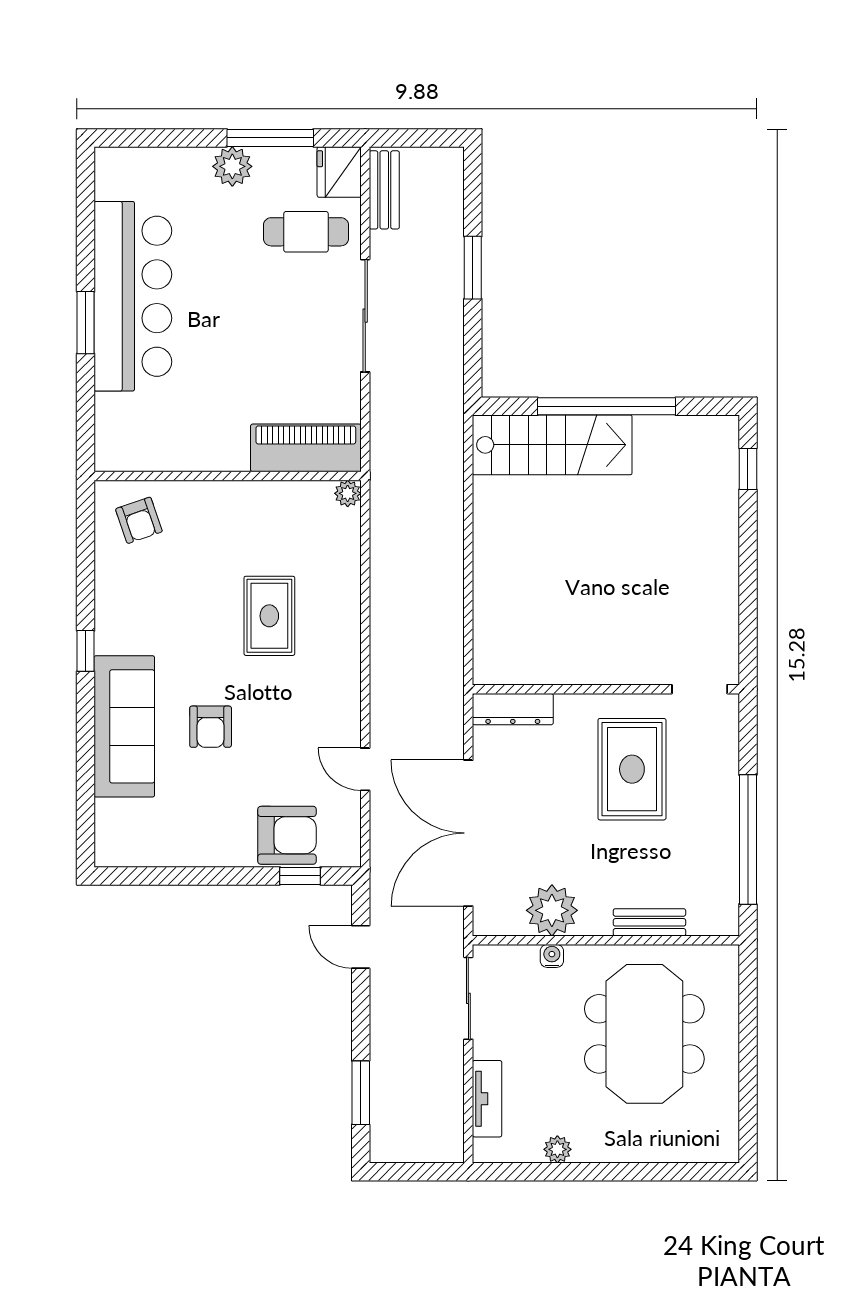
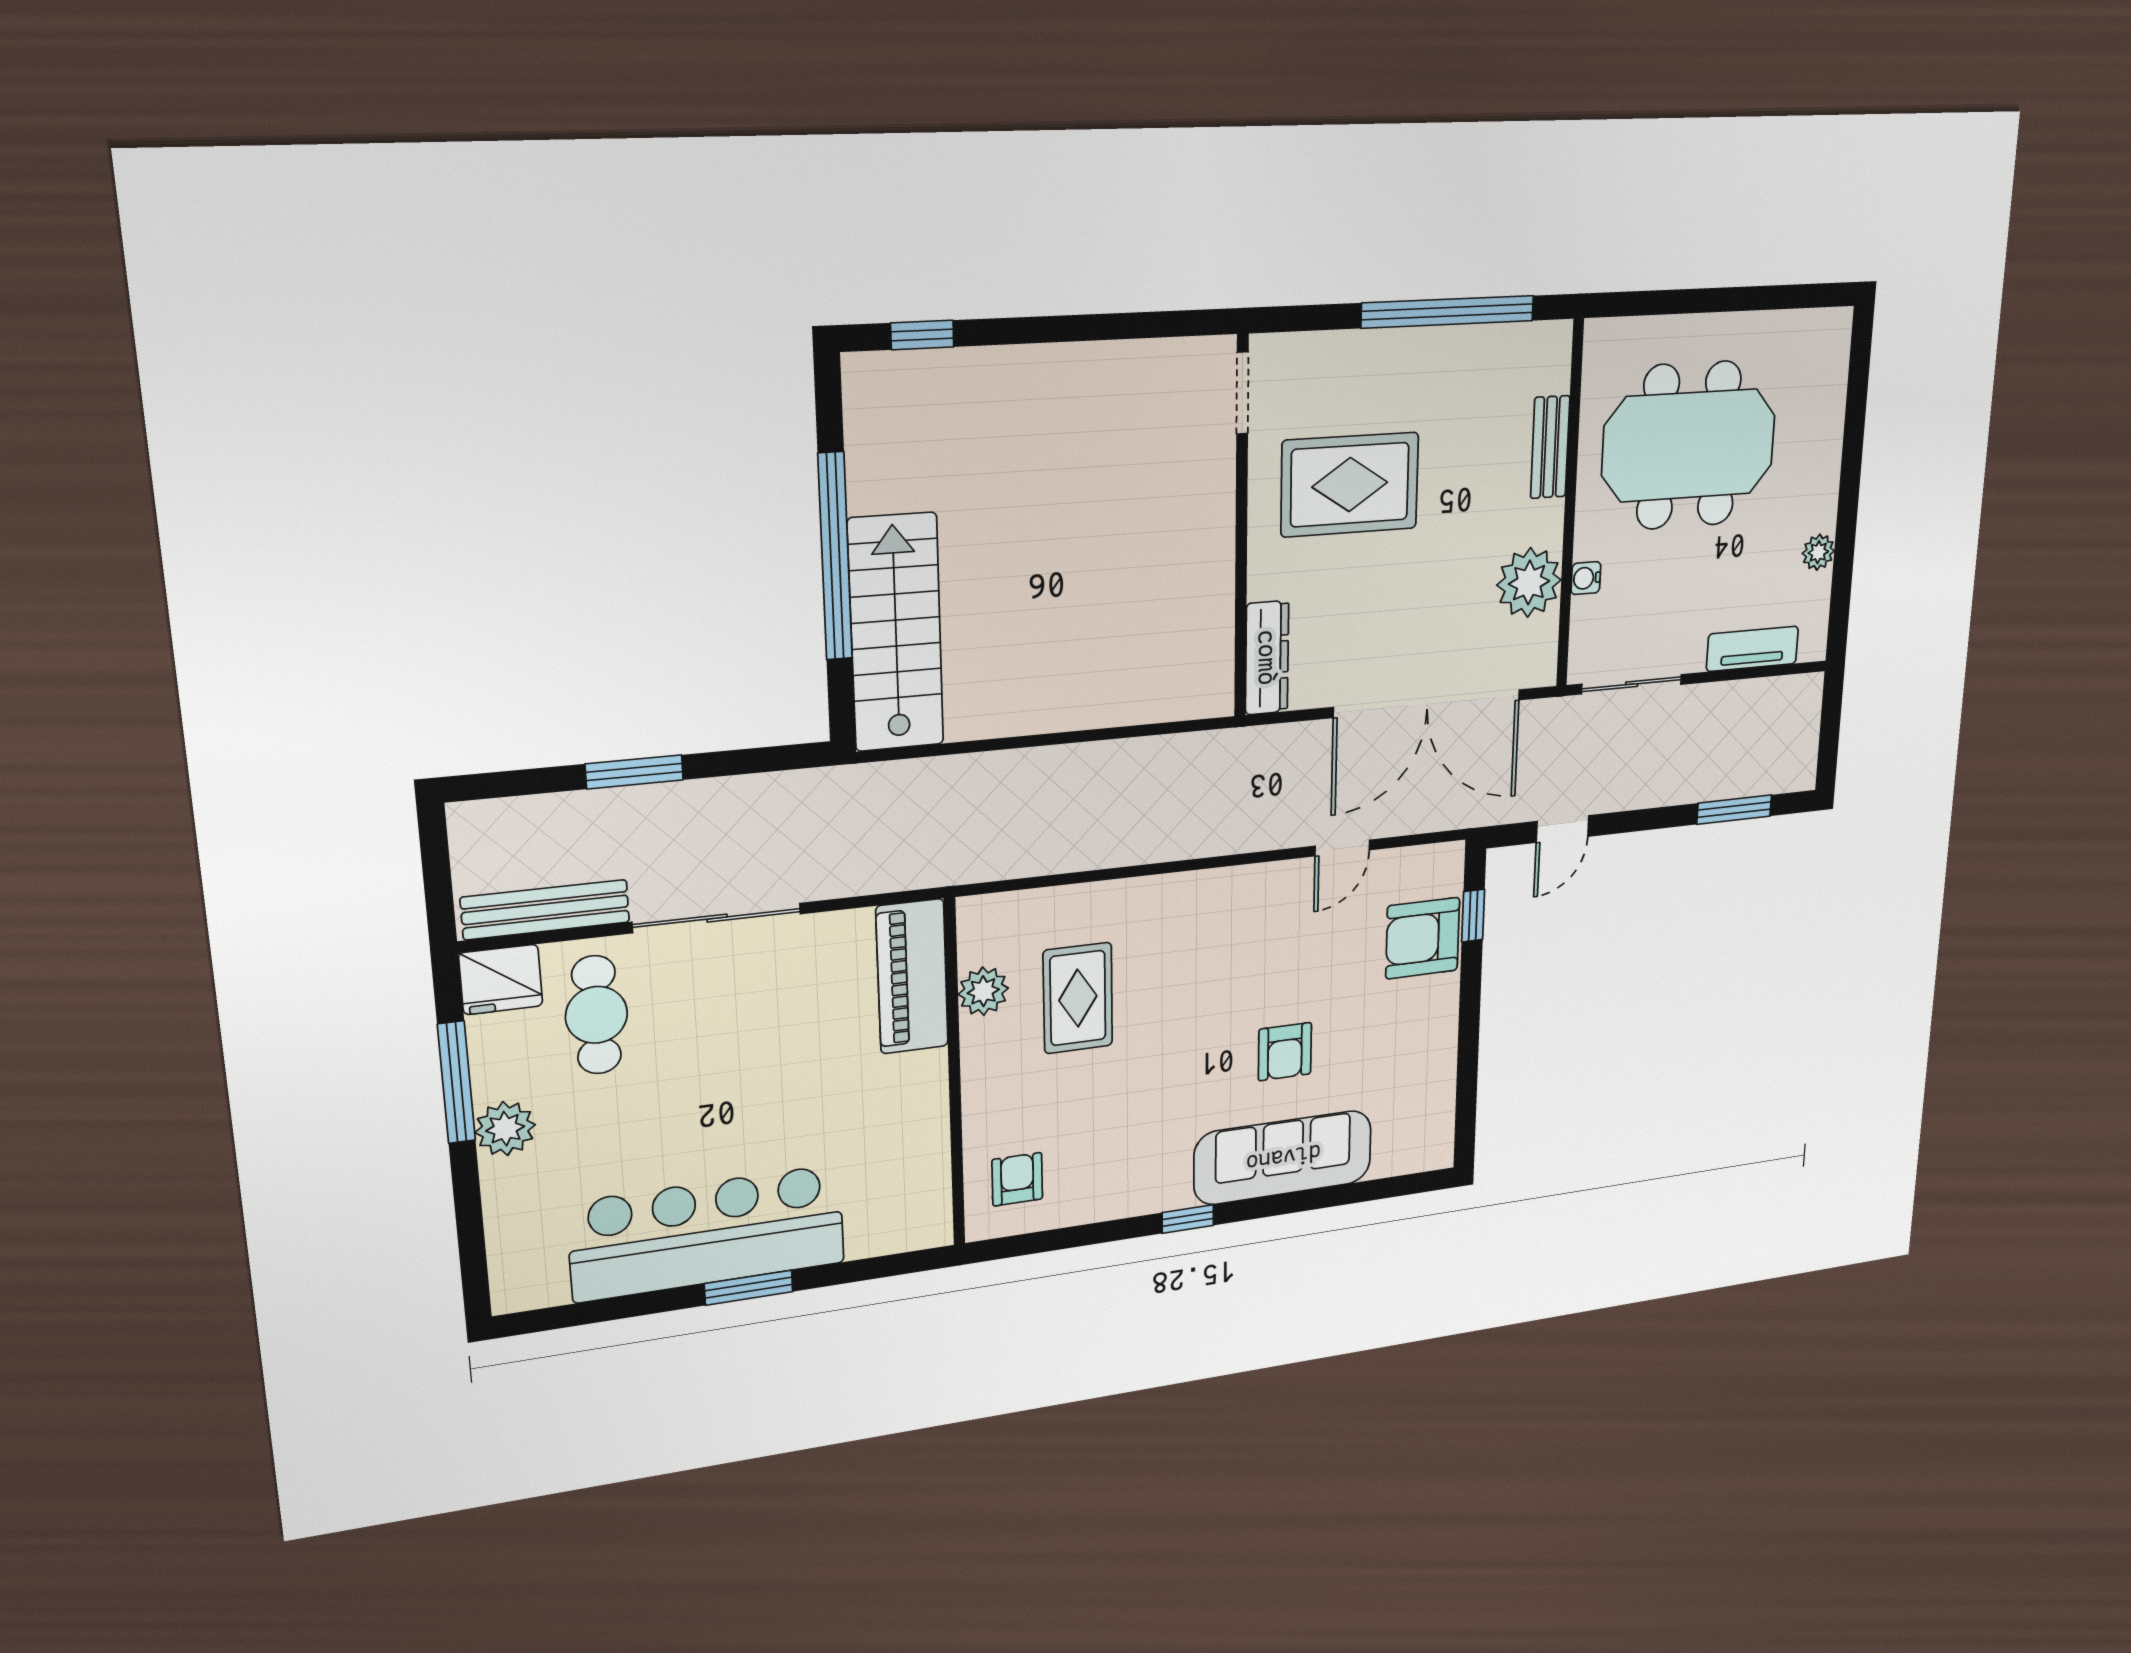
bench: (384, 190) -> (545, 910), width x1.36
plant: (348, 493) -> (983, 991), moved, width x1.38, depth x1.38
armchair: (139, 520) -> (1017, 1179), turned -71
rug: (269, 616) -> (1078, 998), moved, turned 90
armchair: (211, 727) -> (1285, 1052), turned 90
armchair: (287, 835) -> (1423, 938), turned -90

